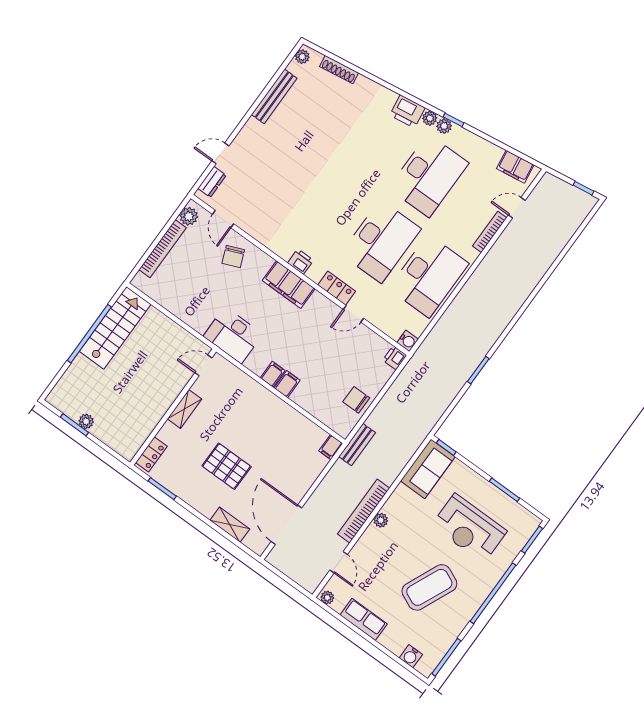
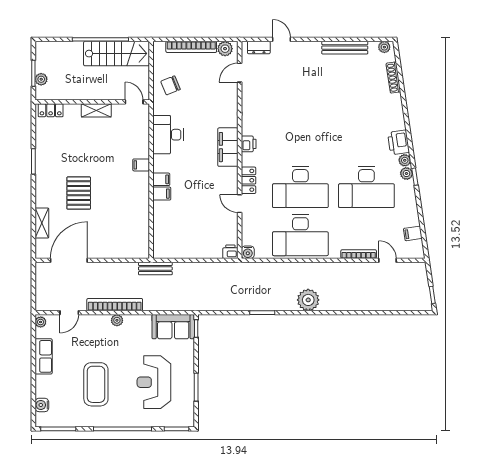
filing cabinet: (515, 167) -> (413, 233), width x0.50
chair: (233, 257) -> (170, 85), moved
plant: (499, 315) -> (308, 300), added
door: (203, 365) -> (134, 102), moved
chair: (356, 400) -> (184, 247), removed
wall: (173, 407) -> (92, 102), moved
shelving: (185, 409) -> (96, 110), moved
filing cabinet: (331, 447) -> (141, 165), moved
locker: (151, 454) -> (51, 110), moved
coffee table: (429, 587) -> (96, 384), turned 66

